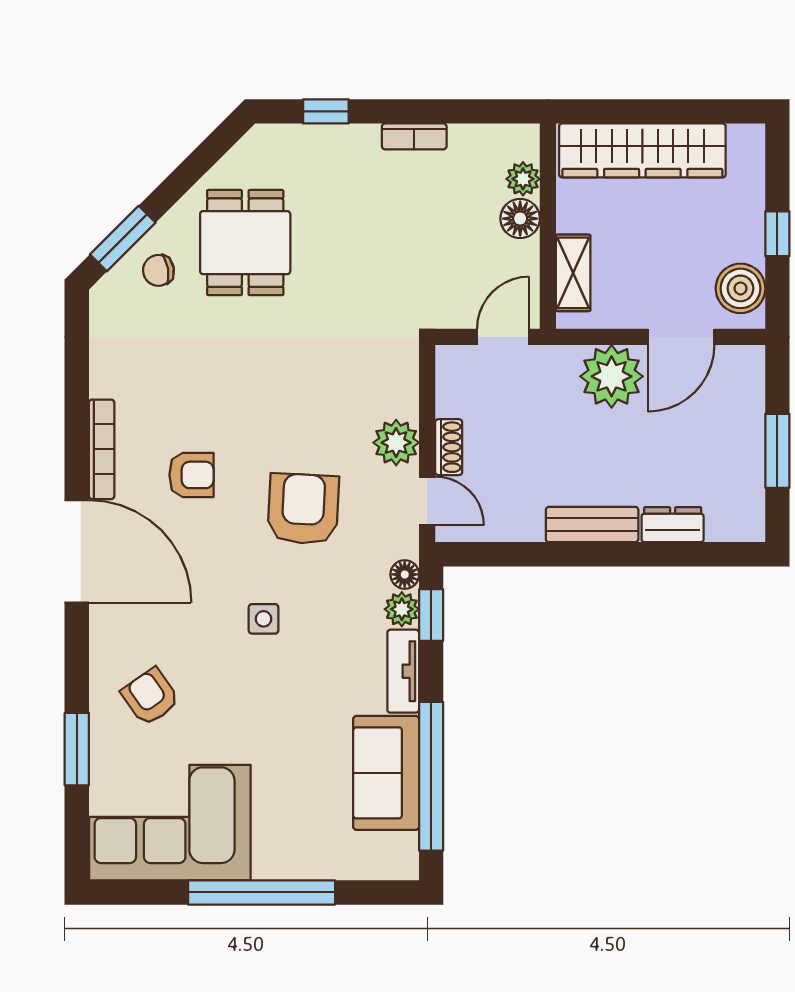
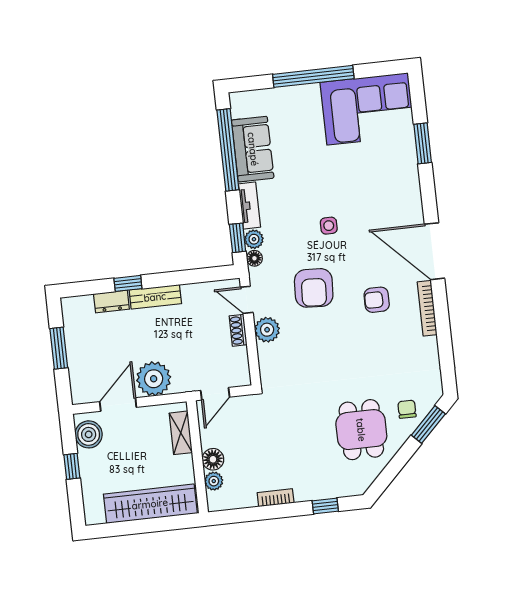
chair: (158, 270) -> (407, 409), turned -80
window: (639, 554) -> (128, 283), added
armchair: (150, 697) -> (386, 176), removed

